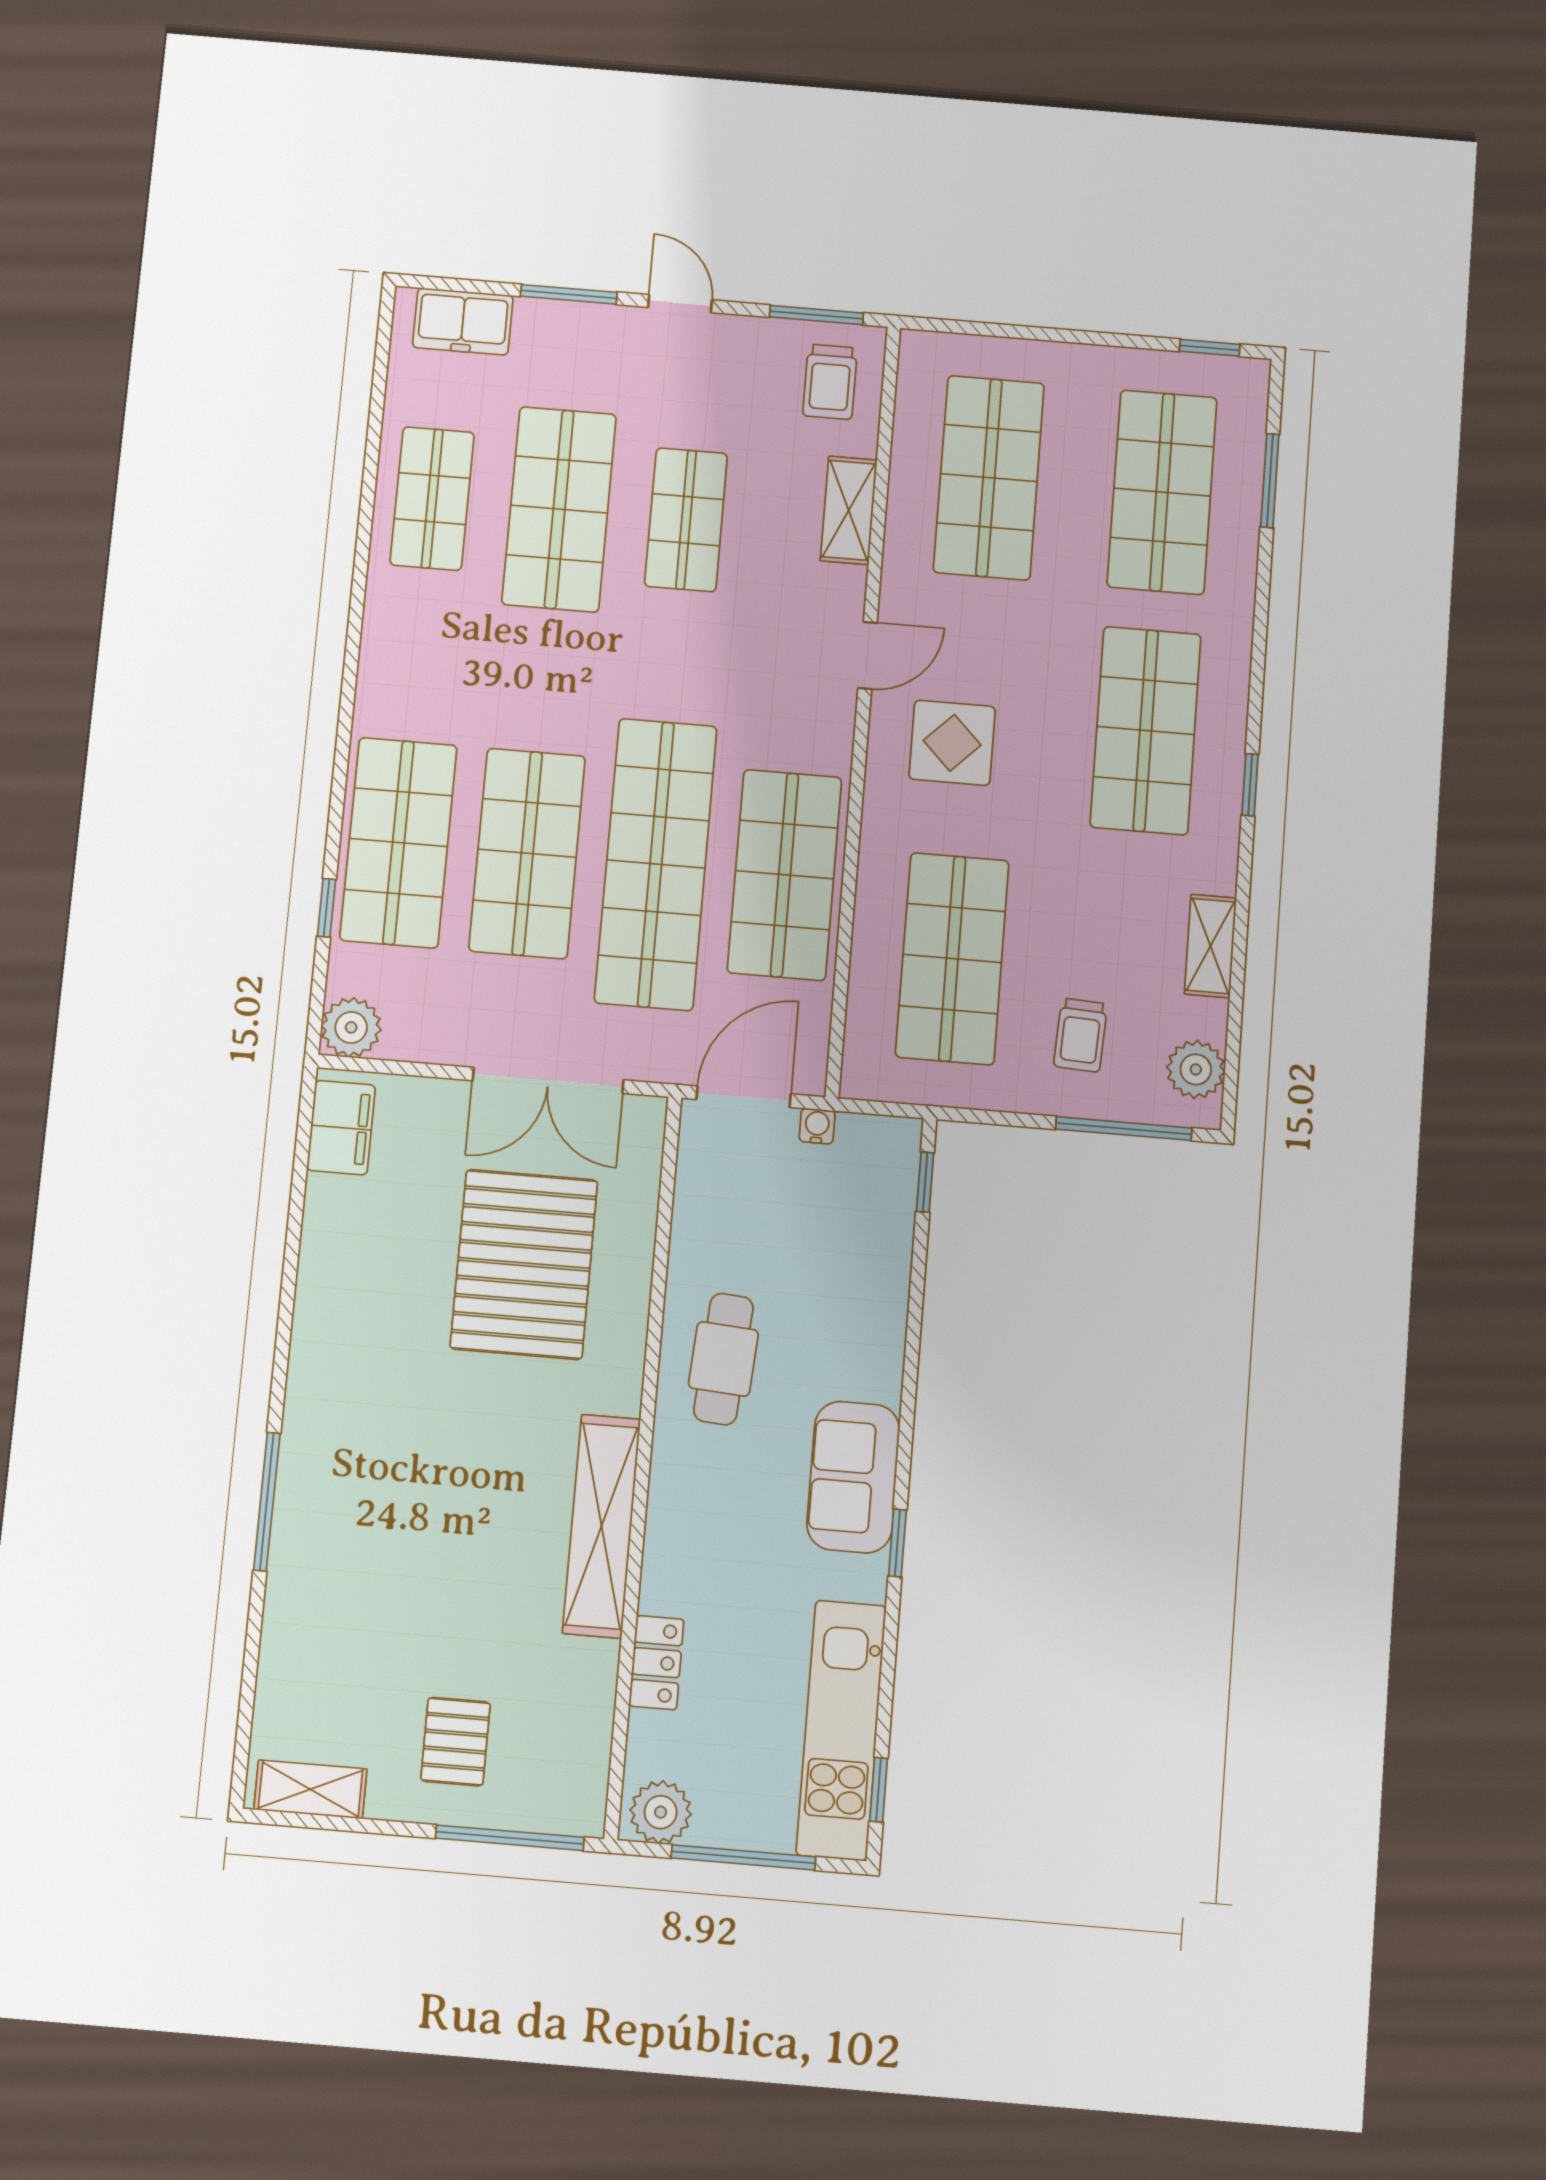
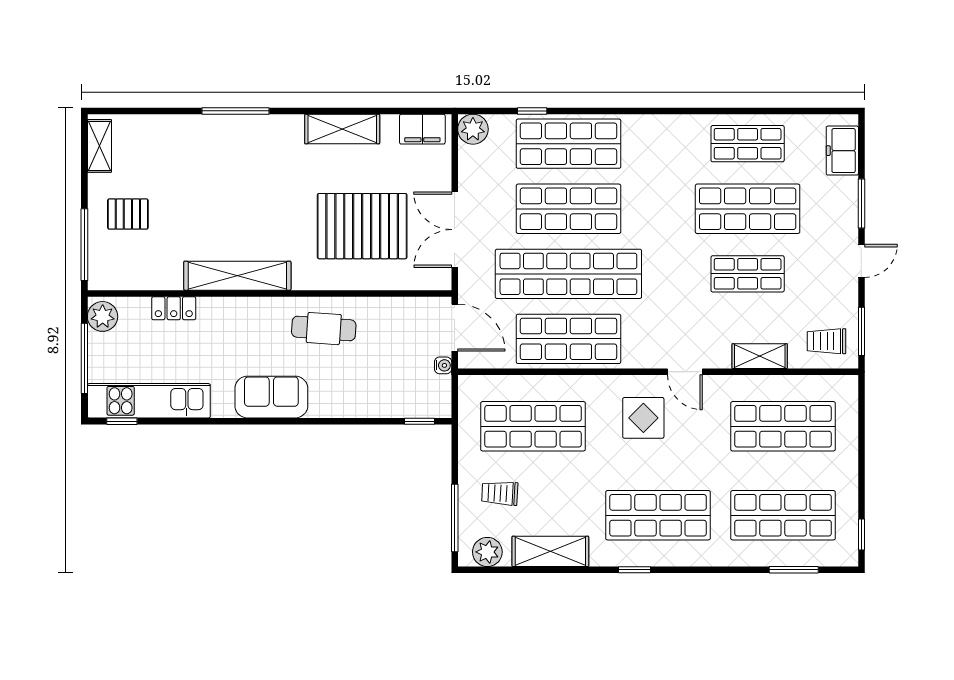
shelving: (1210, 946) -> (550, 551), width x1.50, depth x1.33
shelving: (325, 1288) -> (342, 129), added
window: (897, 1543) -> (241, 421), removed

